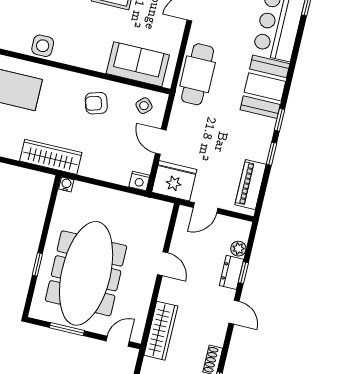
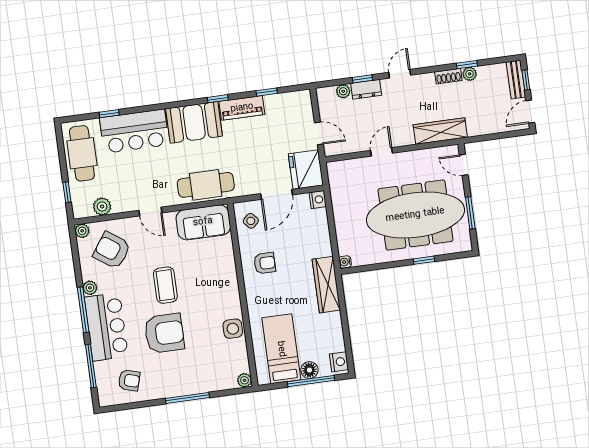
sofa: (138, 64) -> (203, 222), moved, turned -90
armchair: (96, 103) -> (265, 263), turned -73
door: (161, 142) -> (276, 194), width x1.37
window: (271, 154) -> (267, 92), moved
piano: (250, 185) -> (242, 108), moved

